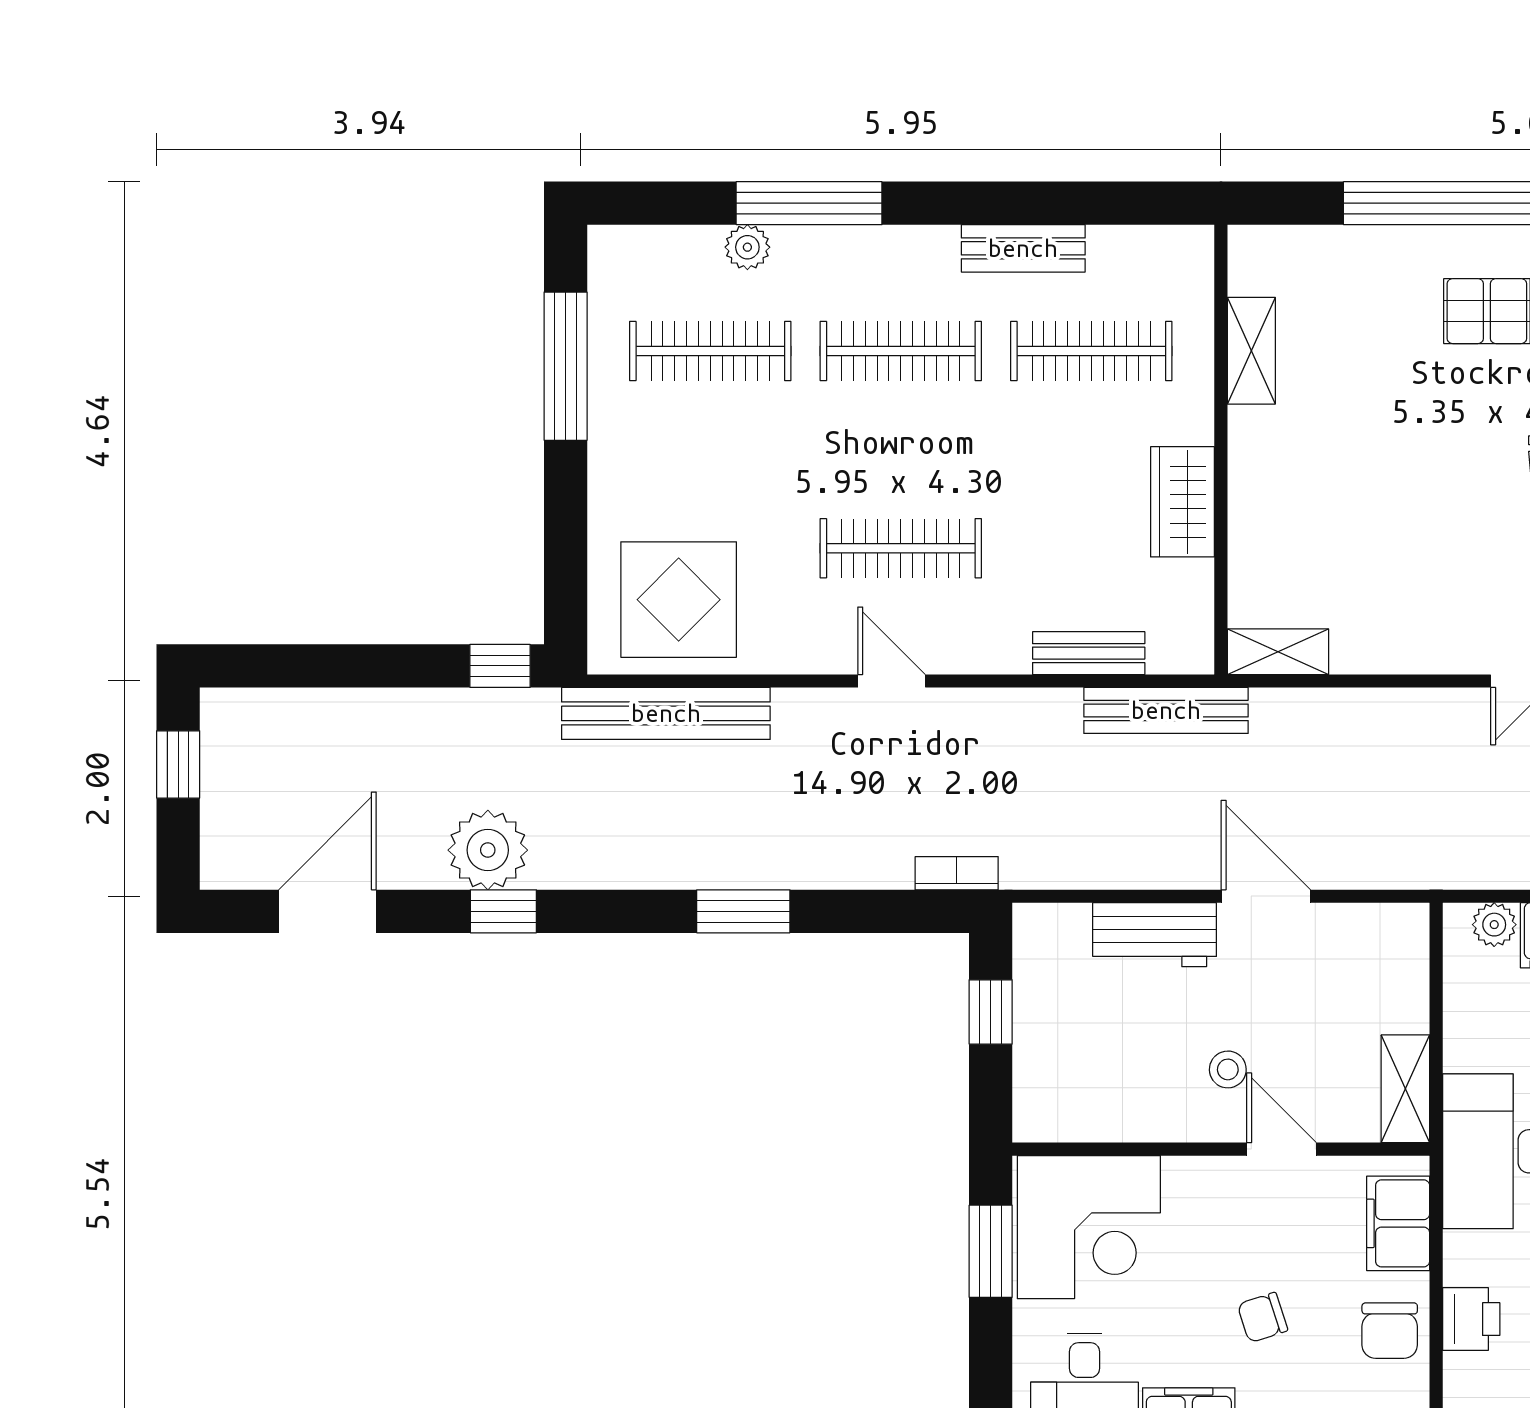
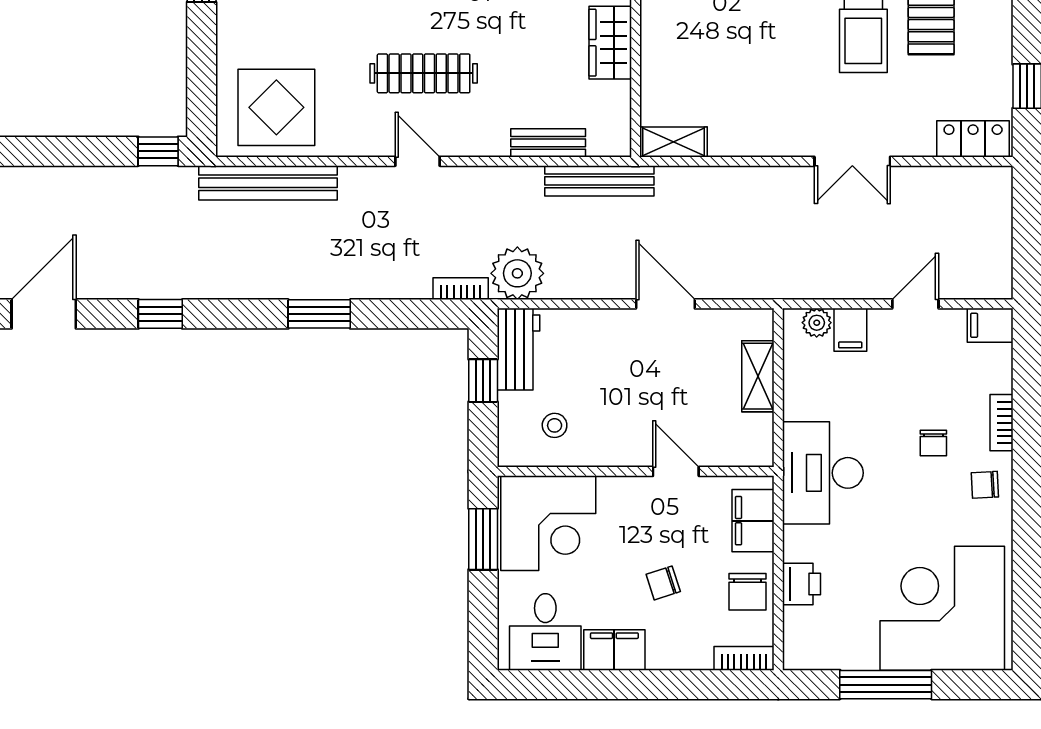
plant: (488, 850) -> (517, 273), moved
workbench: (1155, 935) -> (519, 349), moved, turned -90
stool: (1228, 1069) -> (555, 425), moved
shelving: (1405, 1089) -> (758, 376), moved

